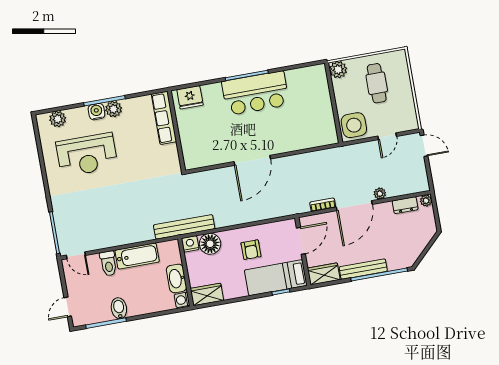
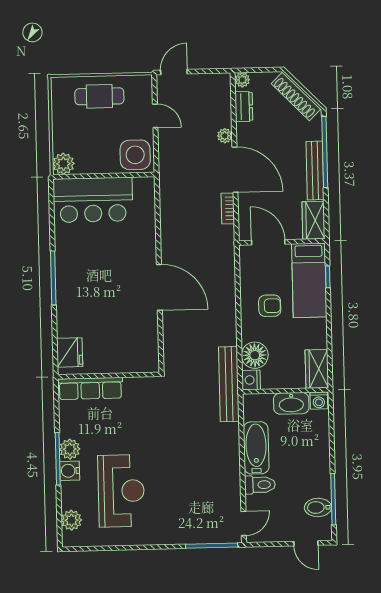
cafe table: (377, 83) -> (99, 96), moved
bar counter: (255, 93) -> (93, 200), moved, turned 90
shoe rack: (420, 245) -> (296, 96), added
bidet: (119, 308) -> (318, 507), moved

